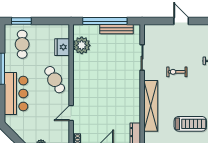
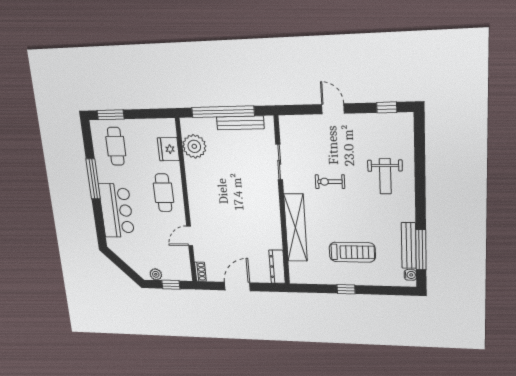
cafe table: (55, 80) -> (164, 193), turned 30

